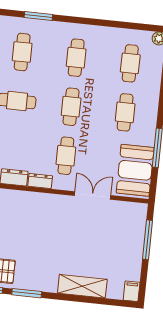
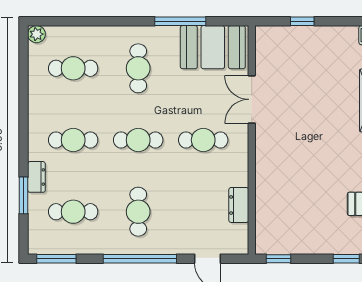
cafe table: (125, 112) -> (138, 68), turned 90
dresser: (40, 181) -> (36, 177), moved, turned 180
window: (148, 240) -> (302, 21), width x0.46

